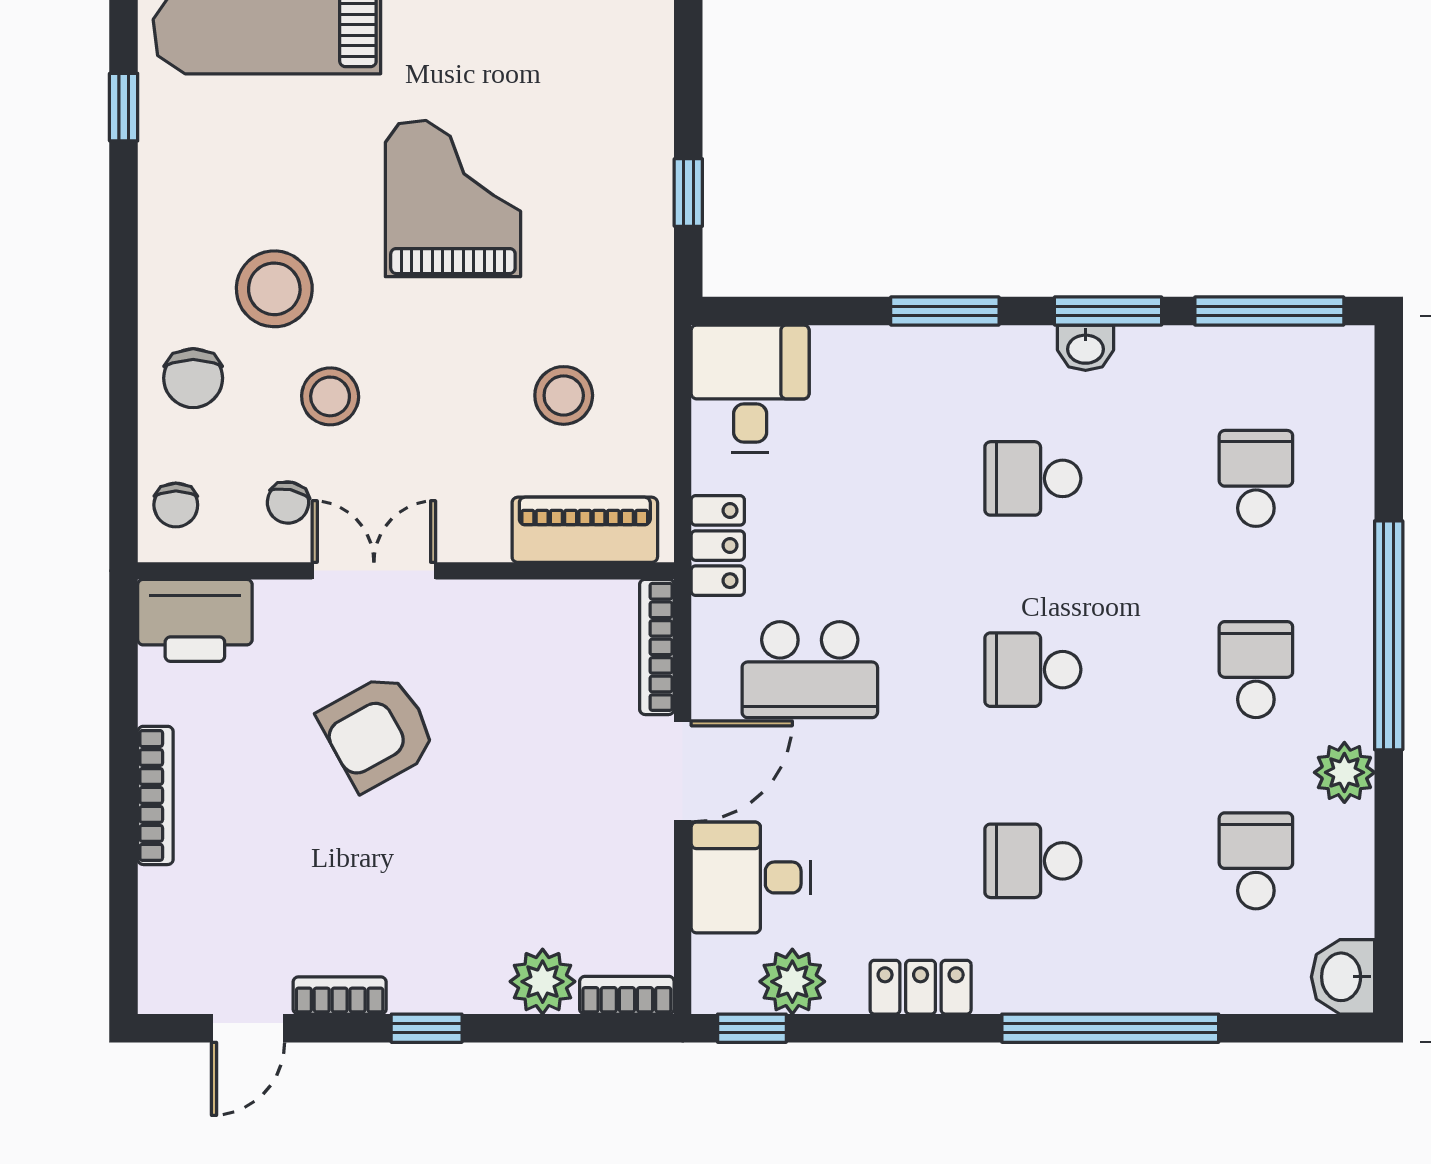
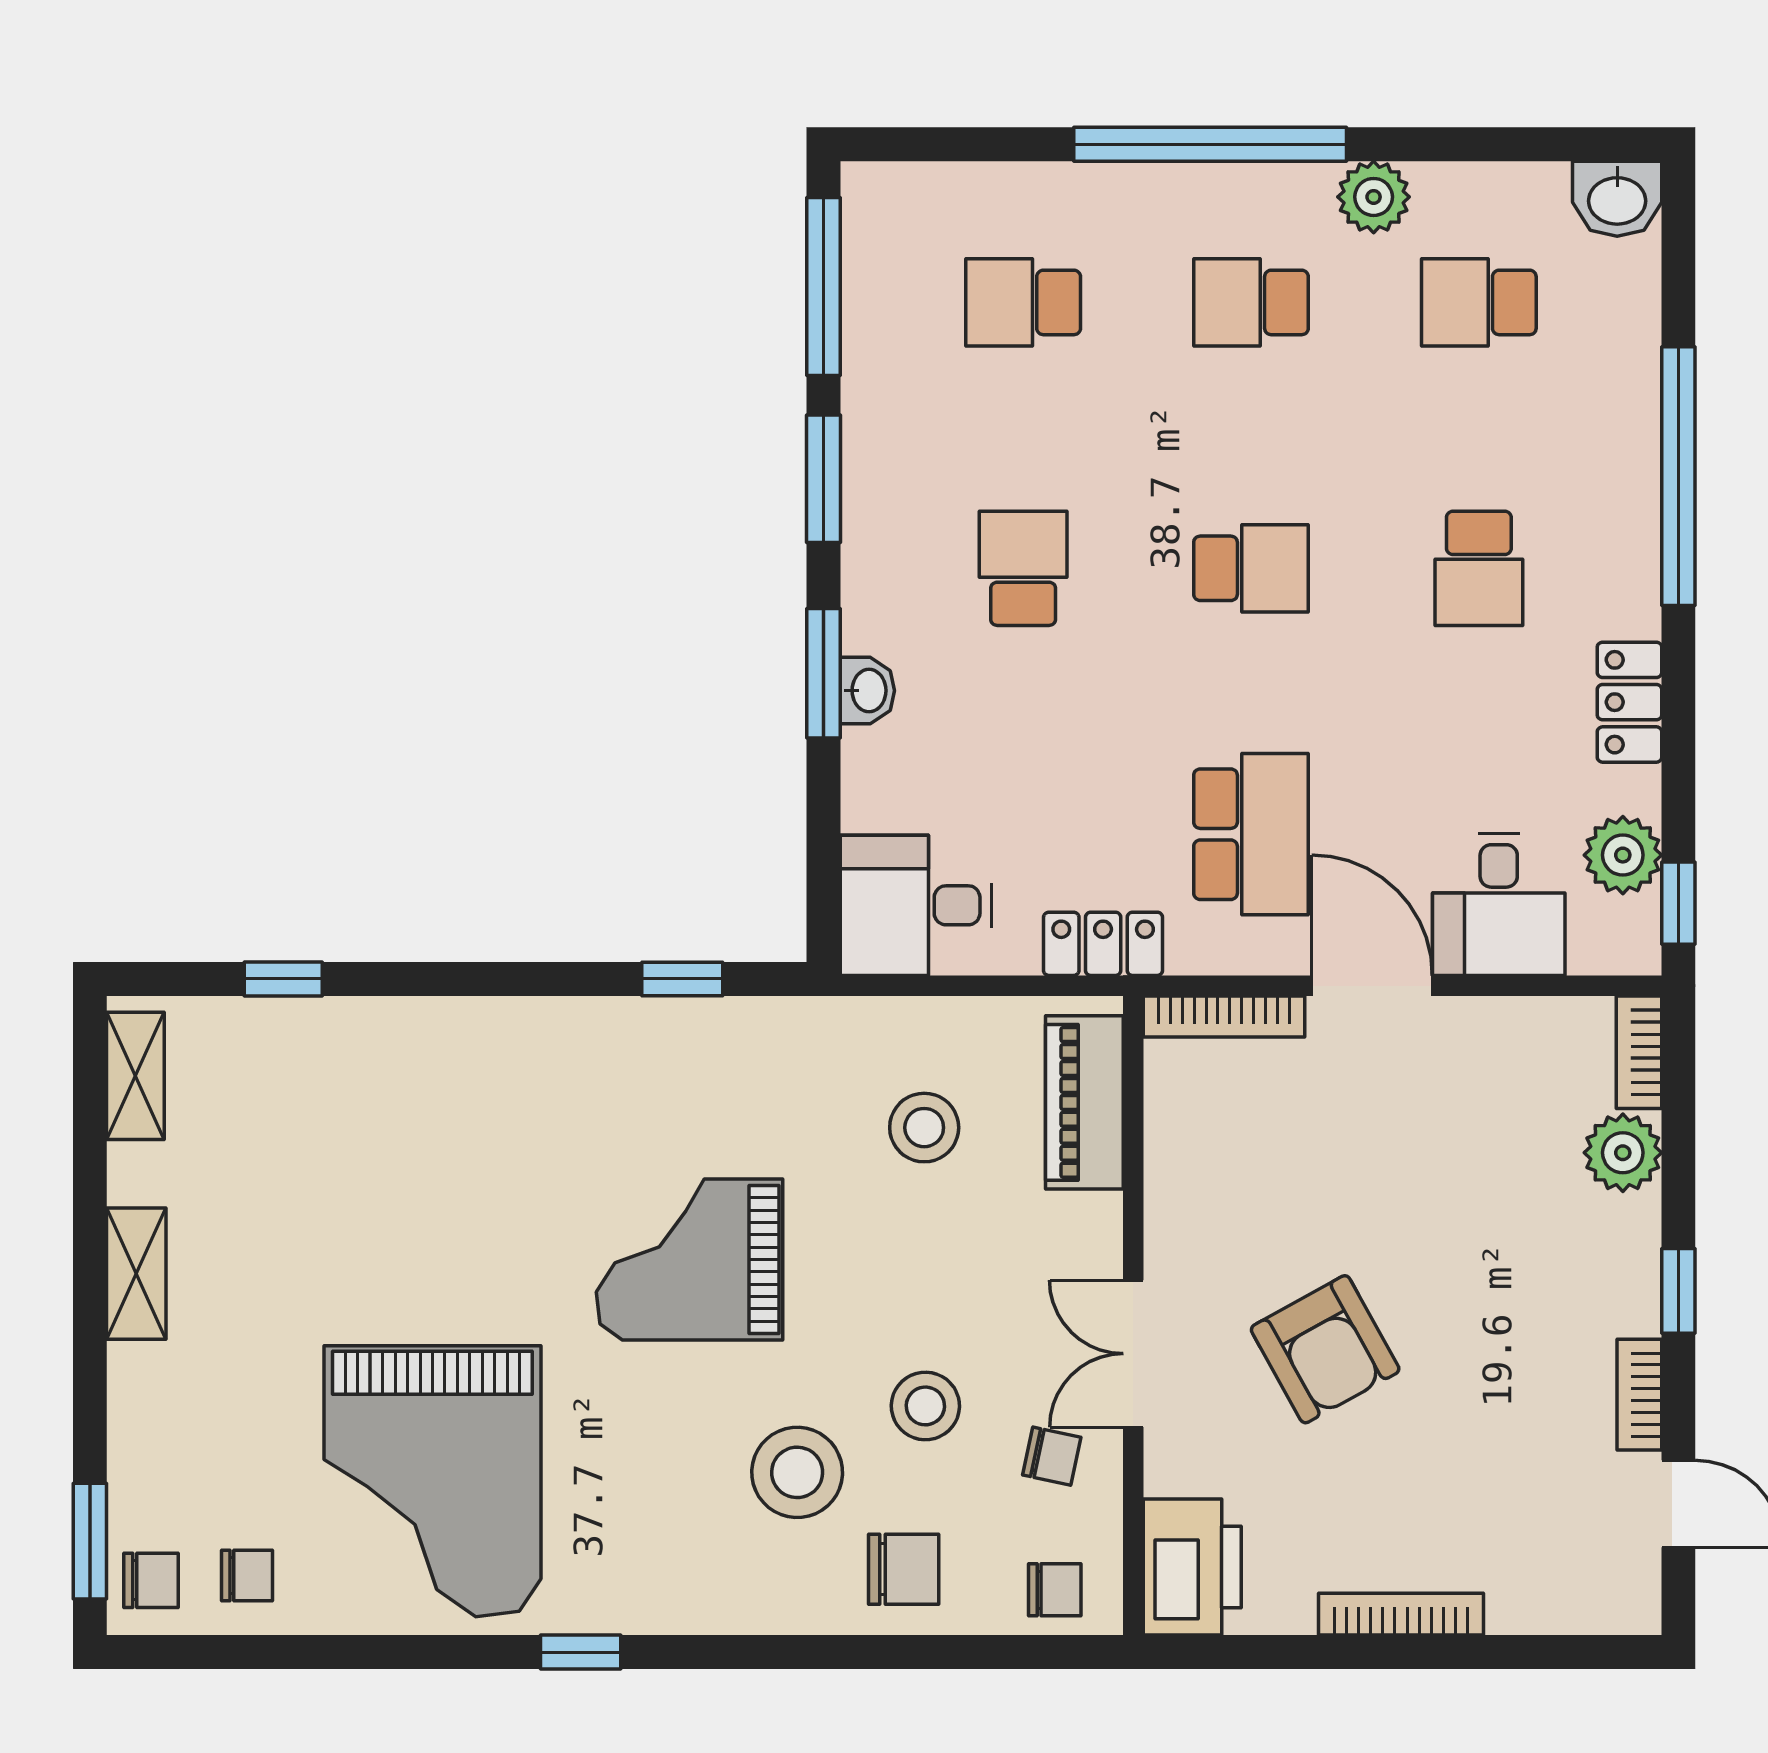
washbasin: (1086, 348) -> (867, 691), moved
school desk: (1033, 478) -> (1023, 568), turned 180
school desk: (1033, 670) -> (1251, 568), turned -90

